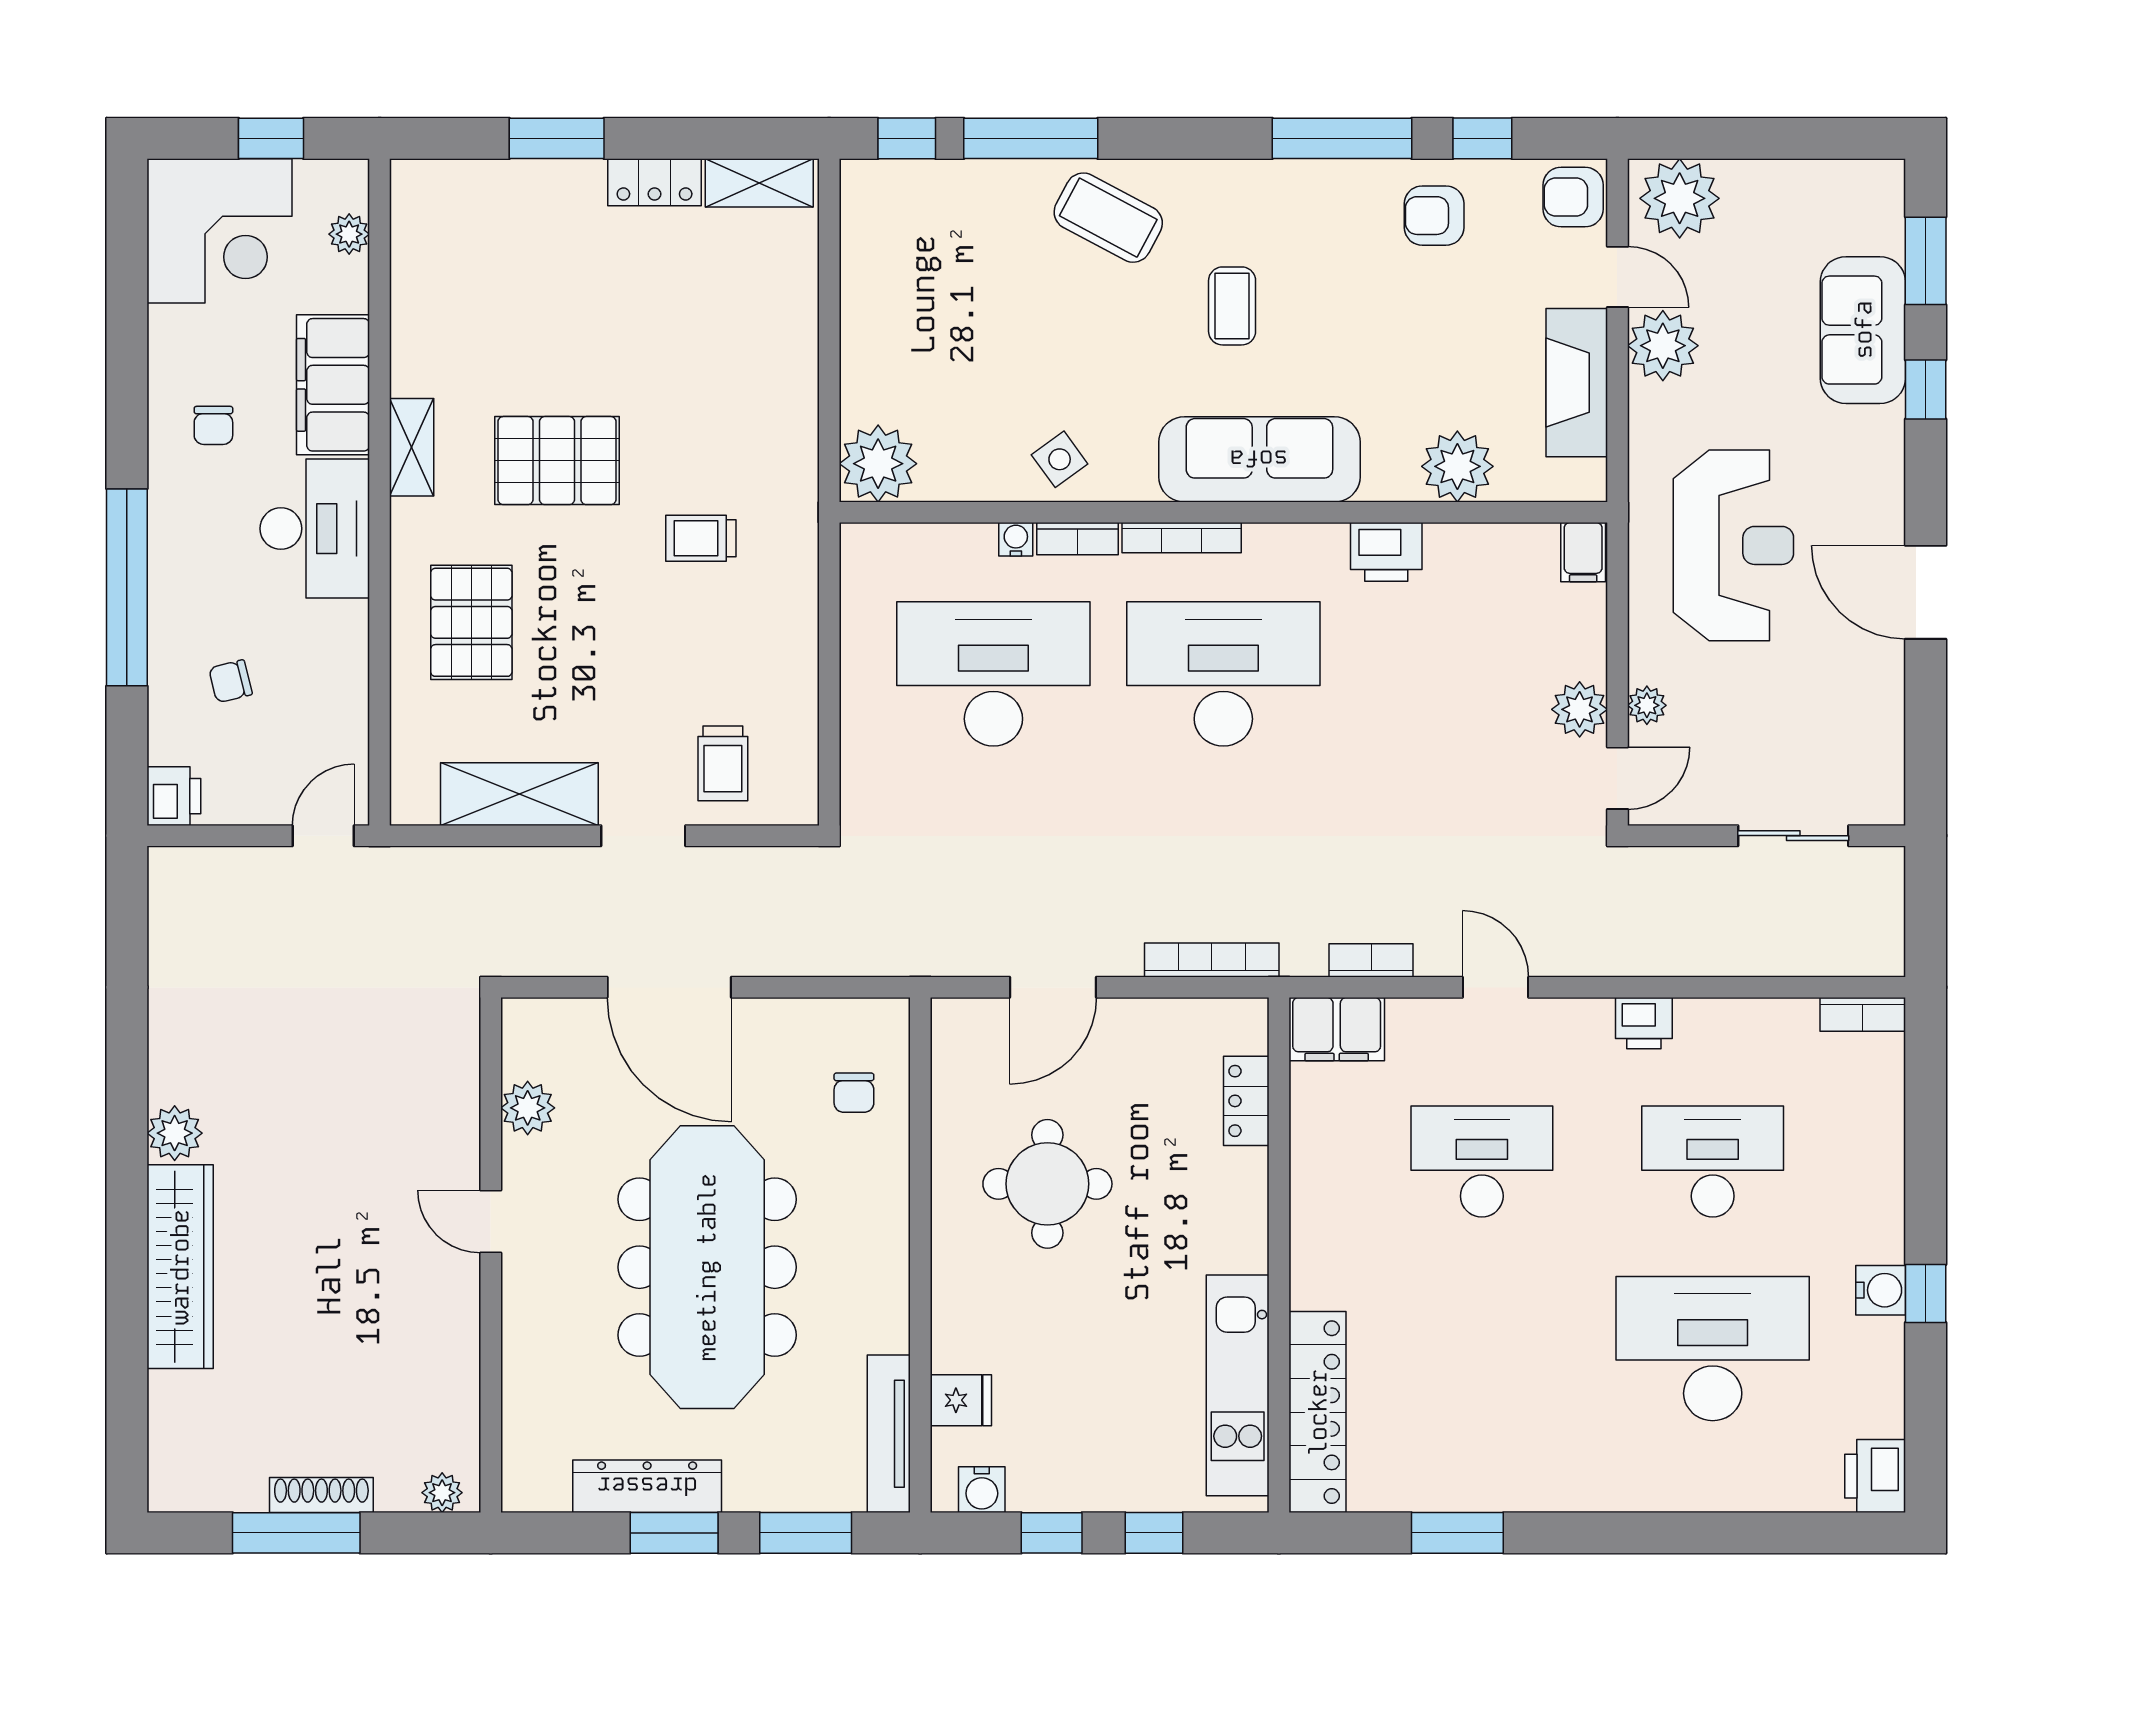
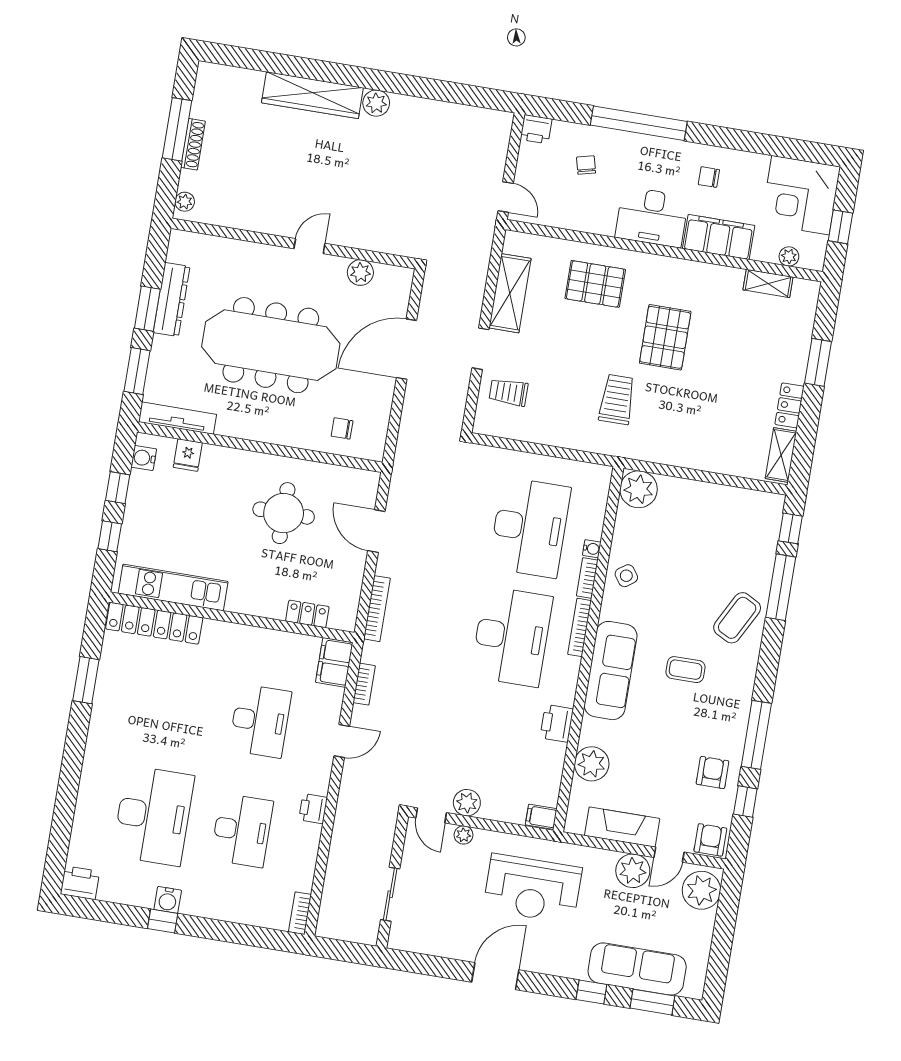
sofa: (1863, 330) -> (637, 969), width x1.36
shelving: (412, 447) -> (768, 283), moved
trolley: (701, 538) -> (617, 399), width x1.36, depth x1.39

